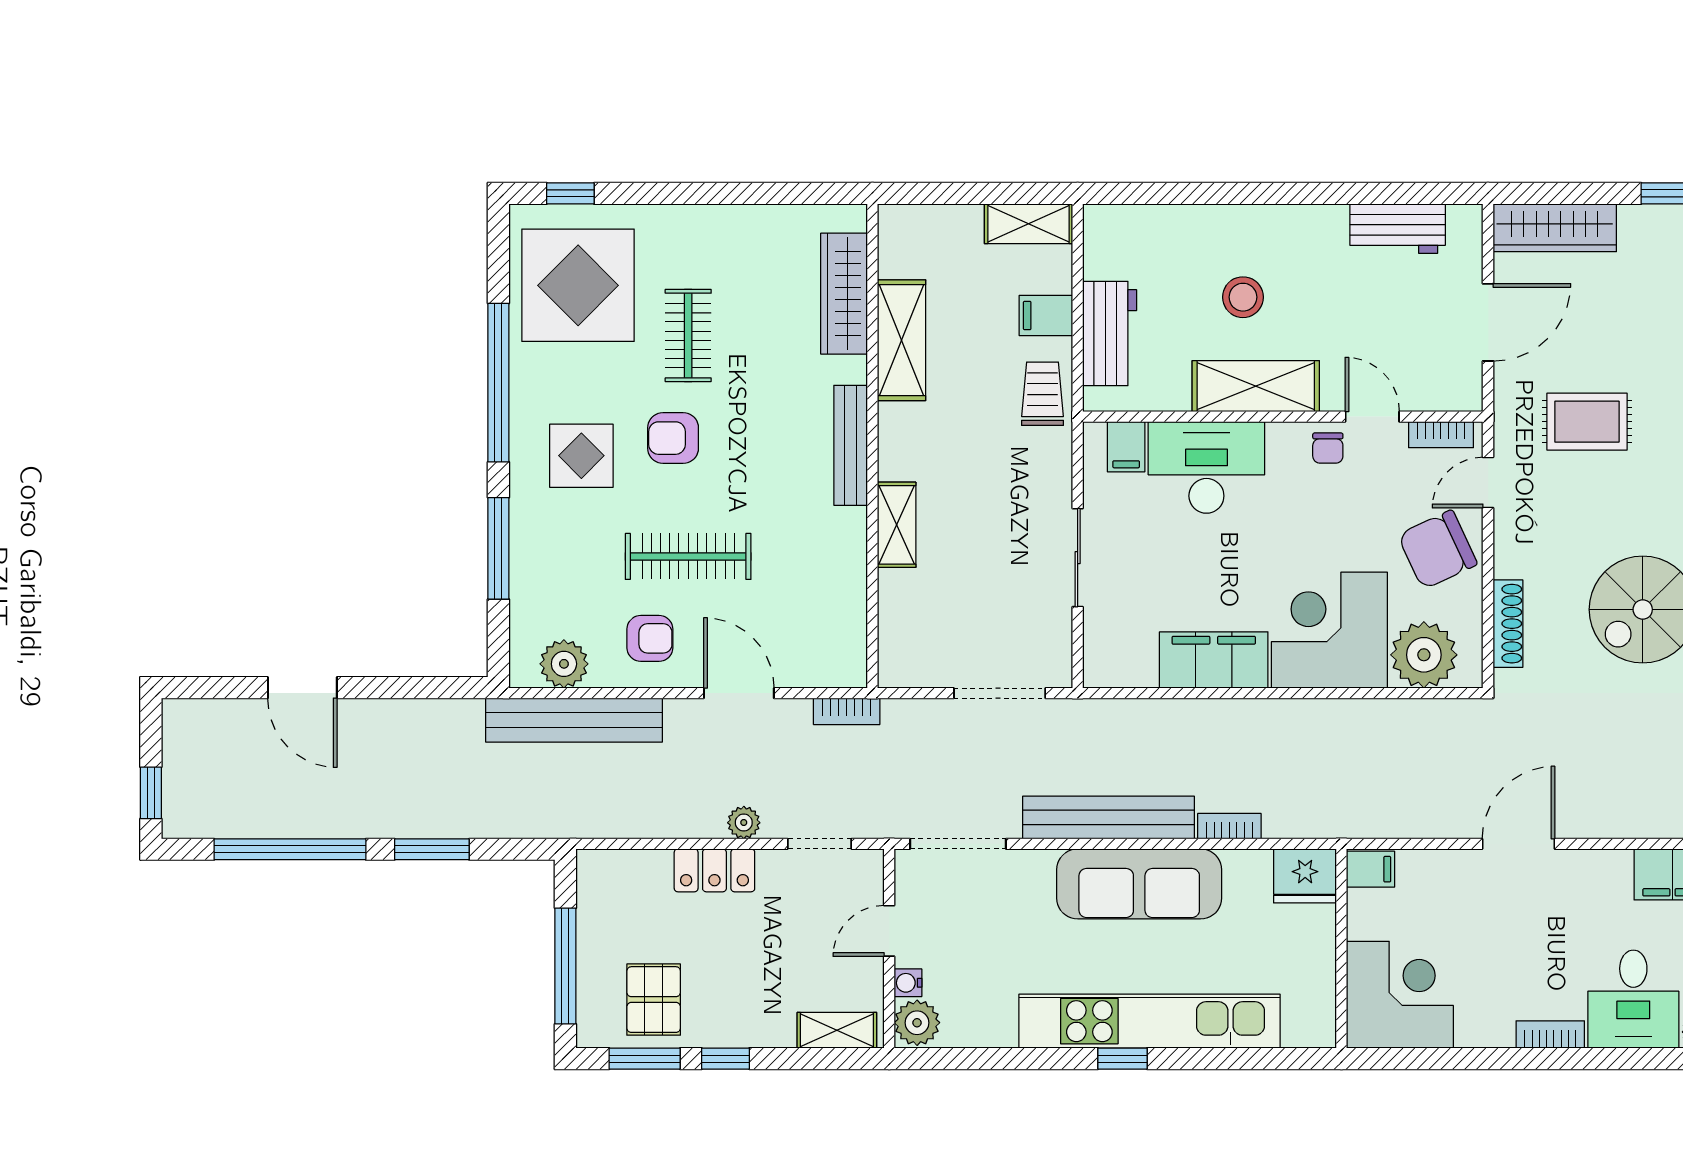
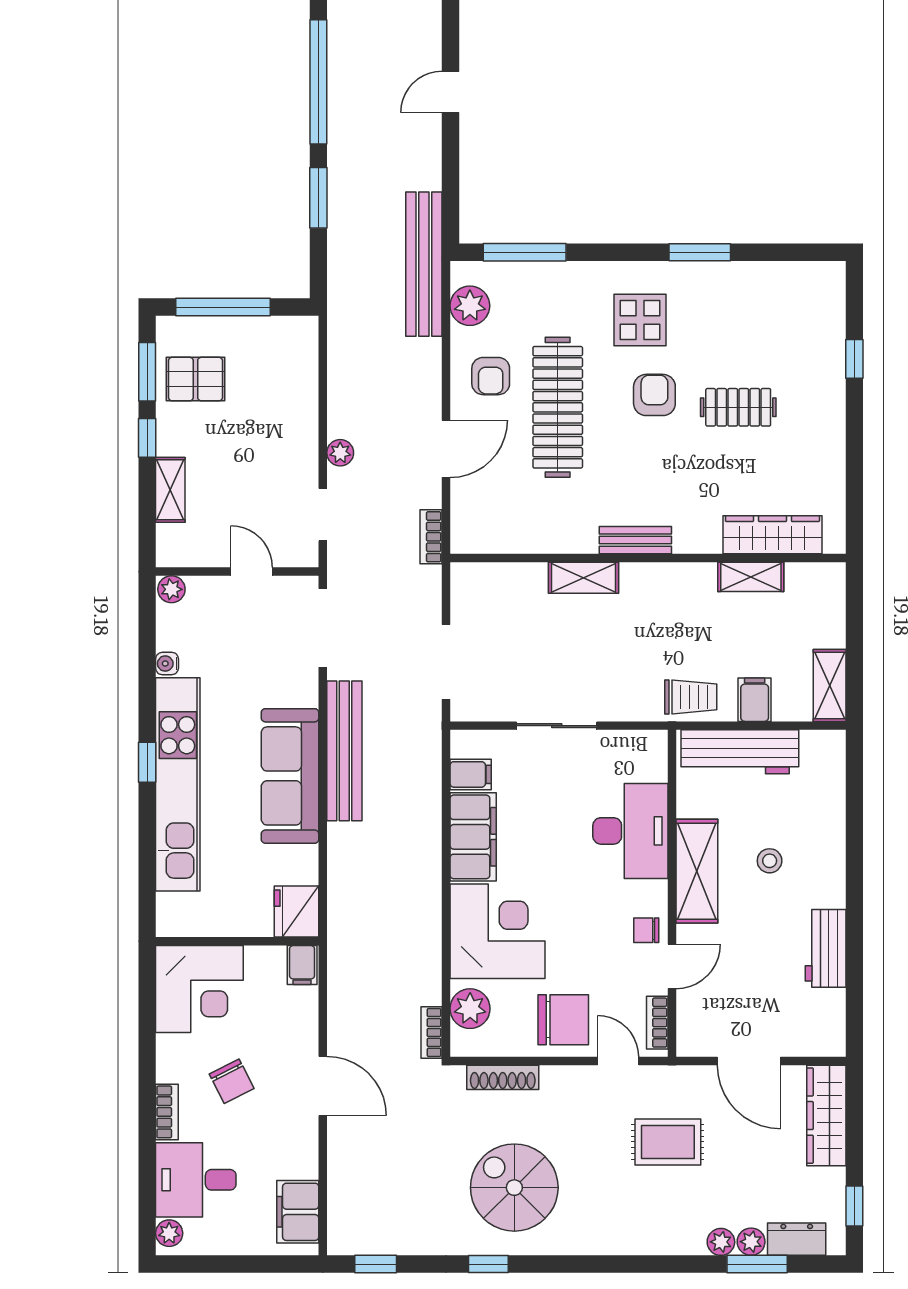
window: (570, 193) -> (854, 359), moved
workbench: (1398, 229) -> (826, 948), moved
display table: (578, 285) -> (779, 317), removed
stool: (1243, 297) -> (770, 861), width x0.73, depth x0.73
workbench: (1110, 334) -> (740, 752), width x1.37
shelving: (902, 340) -> (751, 577), width x0.67, depth x0.75
window: (498, 383) -> (700, 252), width x0.47
rug: (1587, 422) -> (668, 1142), turned 90
bench: (851, 445) -> (635, 540), width x0.73
filing cabinet: (1126, 447) -> (471, 774), moved, turned 180
window: (498, 548) -> (525, 252), moved
chair: (1437, 550) -> (563, 1020), turned 115
clothes rail: (688, 556) -> (558, 407), width x1.37, depth x1.31
plant: (1424, 655) -> (470, 1009), width x0.73, depth x0.73
door: (302, 688) -> (450, 92), width x0.73
bench: (574, 720) -> (424, 264), moved
bookcase: (1229, 826) -> (432, 1032), moved, turned 180
locker: (714, 870) -> (301, 429), removed
chair: (1513, 955) -> (232, 1081), added
water cooler: (908, 983) -> (167, 664), moved, turned -90
plant: (917, 1023) -> (171, 589), width x0.73, depth x0.73
shelving: (837, 1030) -> (170, 490), moved

